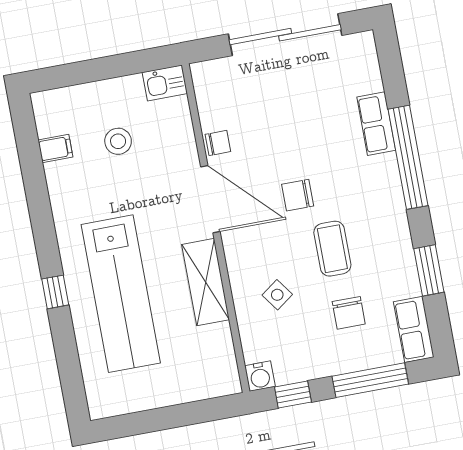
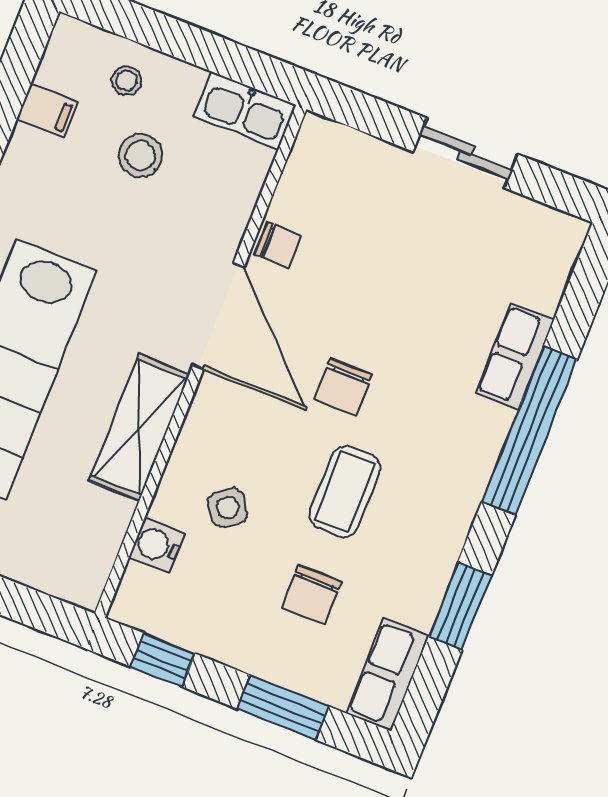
sliding door: (285, 35) -> (466, 153), width x0.54
kitchen sink: (165, 83) -> (245, 111), width x1.38
stool: (87, 107) -> (127, 81), added
chair: (298, 195) -> (343, 387), turned -90
water cooler: (260, 376) -> (157, 545), moved, turned 90
window: (370, 380) -> (283, 707), width x0.69

